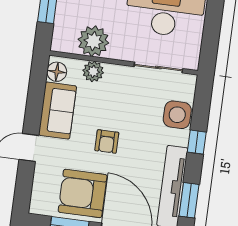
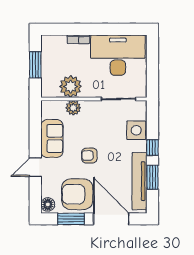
floor lamp: (57, 72) -> (48, 204), moved
armchair: (107, 141) -> (89, 156), turned 90
window: (189, 200) -> (152, 177), moved

